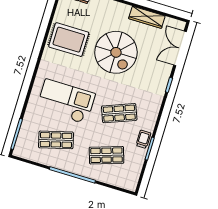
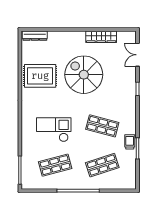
double door: (180, 48) -> (138, 55), width x0.73
spiral stairs: (116, 52) -> (84, 75), turned 180
checkout: (66, 102) -> (54, 130), width x0.73, depth x0.83
shop shelf: (119, 113) -> (102, 126), turned 36

